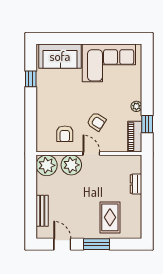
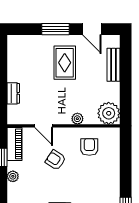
door: (91, 154) -> (44, 126), moved
plant: (71, 165) -> (77, 119), width x0.53, depth x0.53
rug: (110, 217) -> (65, 63), moved

